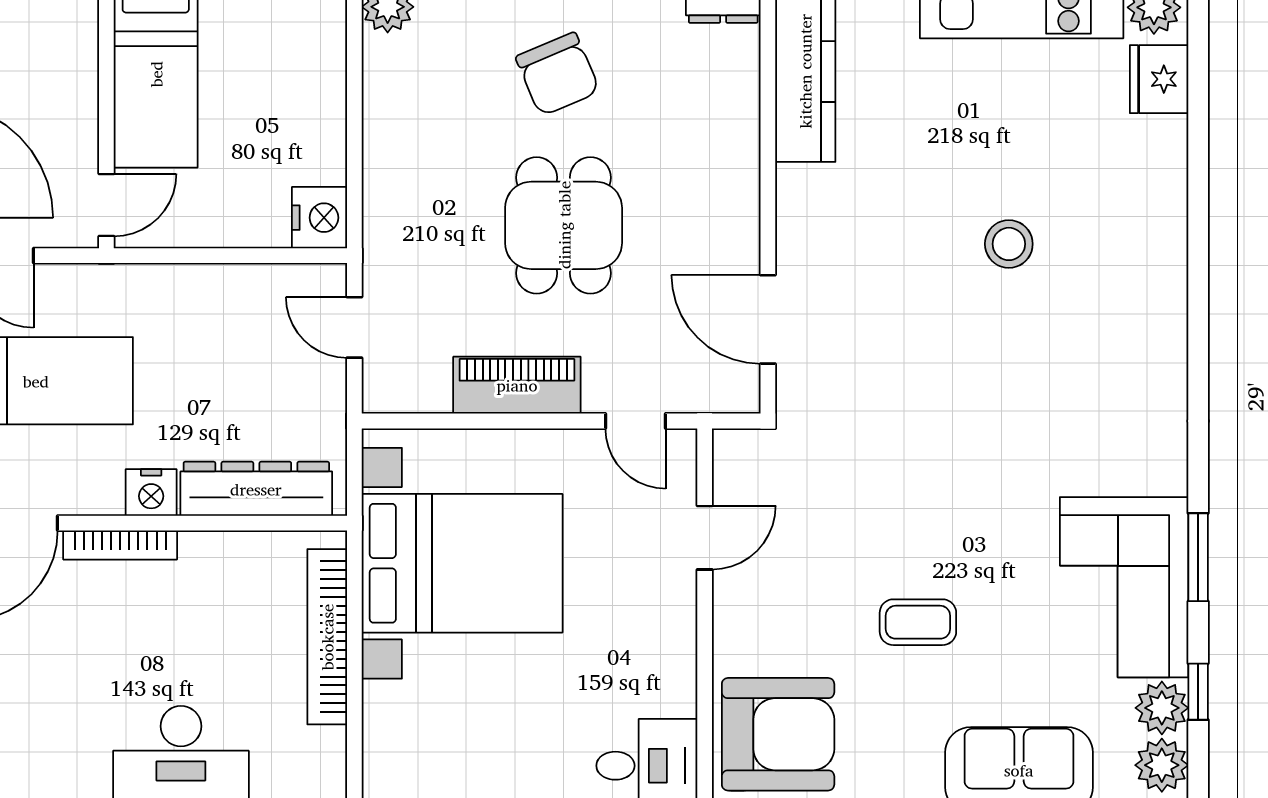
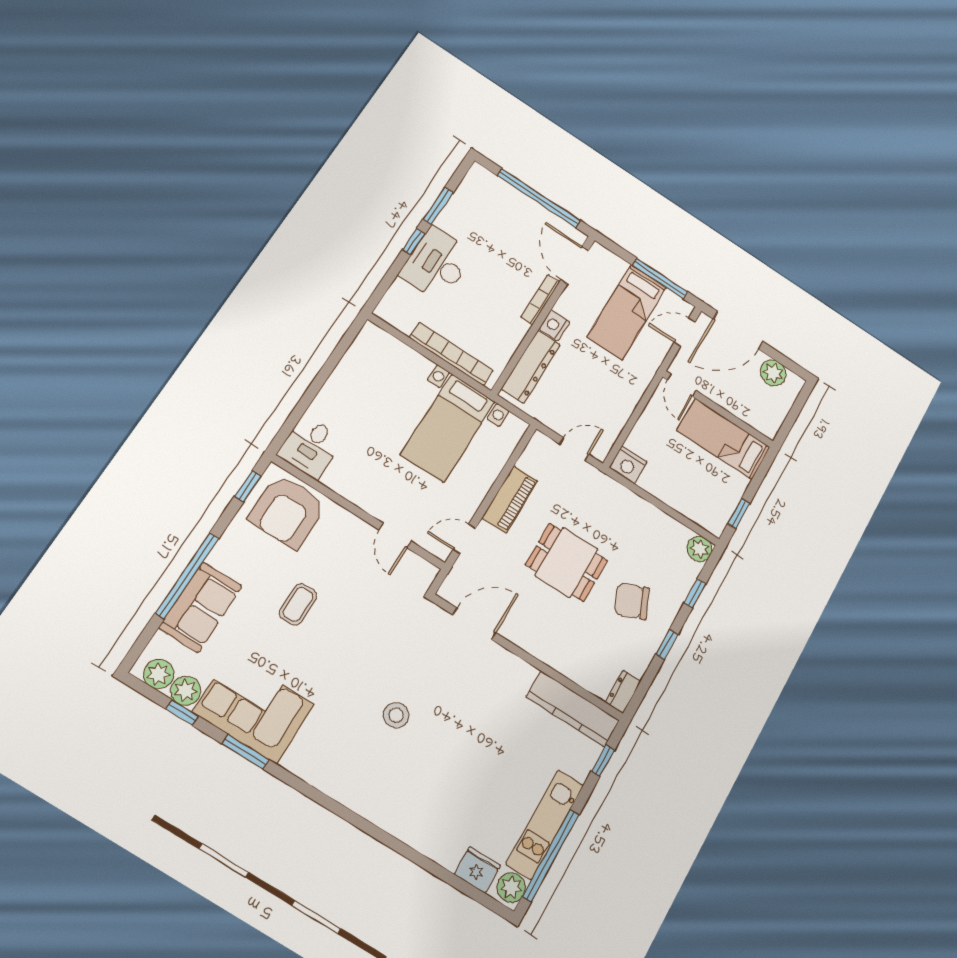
stool: (1009, 244) -> (396, 715), moved
bed with nightstands: (462, 563) -> (448, 428), width x0.73

